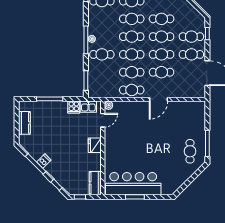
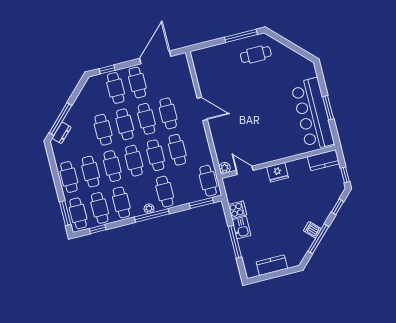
cafe table: (102, 19) -> (121, 202), added
cafe table: (132, 90) -> (208, 181), moved
kitchen sink: (88, 107) -> (241, 228), moved

